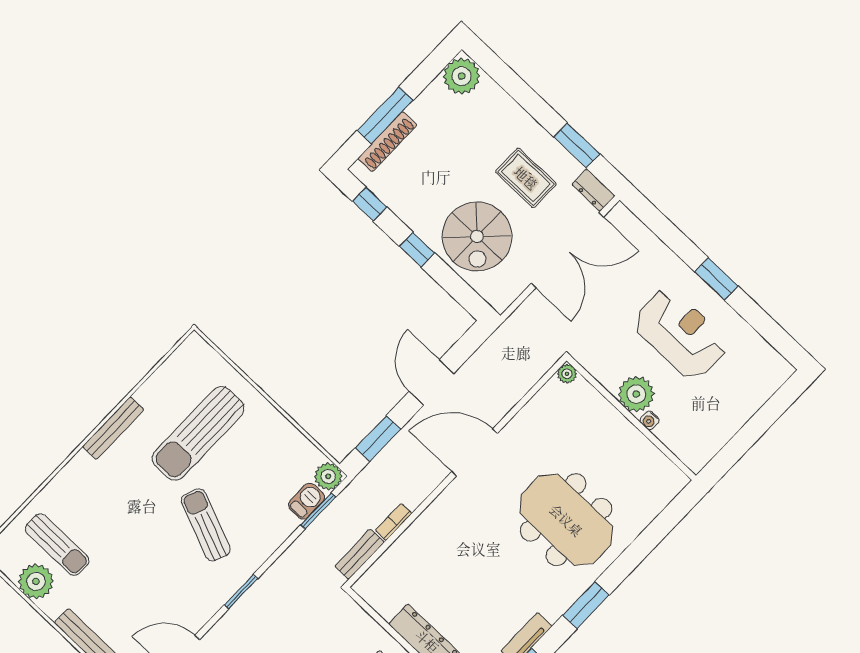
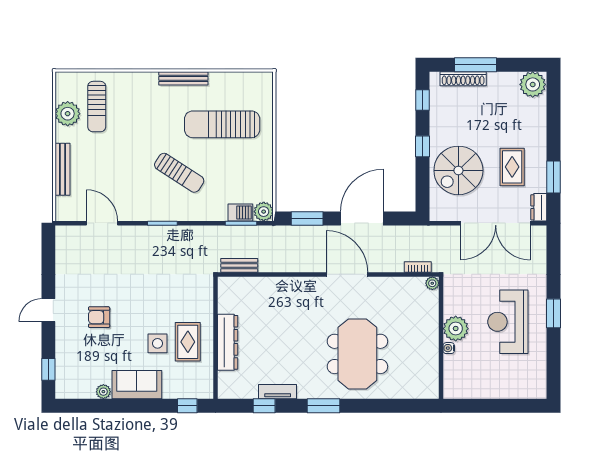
reception desk: (680, 334) -> (508, 322), turned 180
door: (431, 383) -> (362, 218), width x1.36
bookcase: (394, 522) -> (418, 267), moved
sun lounger: (206, 525) -> (179, 173), turned 101

